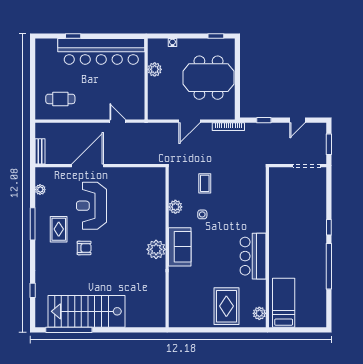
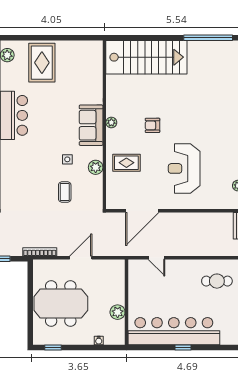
window: (73, 36) -> (183, 347), moved
door: (88, 166) -> (142, 211), moved
reception desk: (91, 206) -> (184, 168), turned 180
rug: (59, 229) -> (126, 163), moved, turned 90
armchair: (84, 248) -> (152, 125), moved
plant: (156, 249) -> (111, 123), width x0.53, depth x0.53
stairs: (87, 311) -> (146, 57), moved

